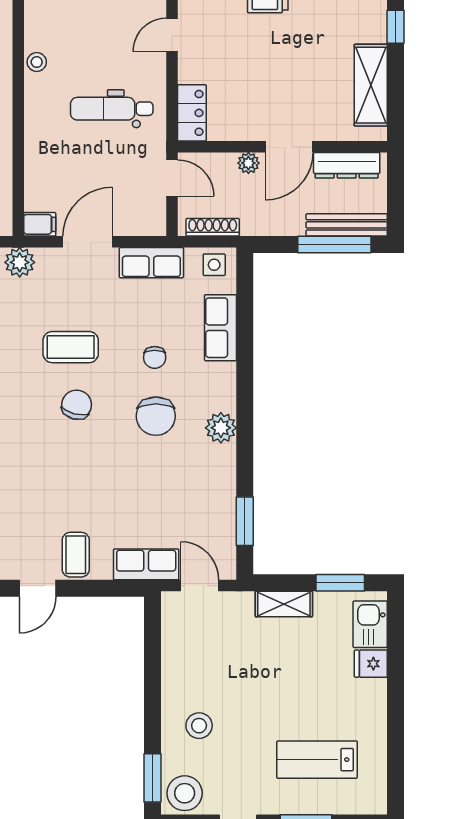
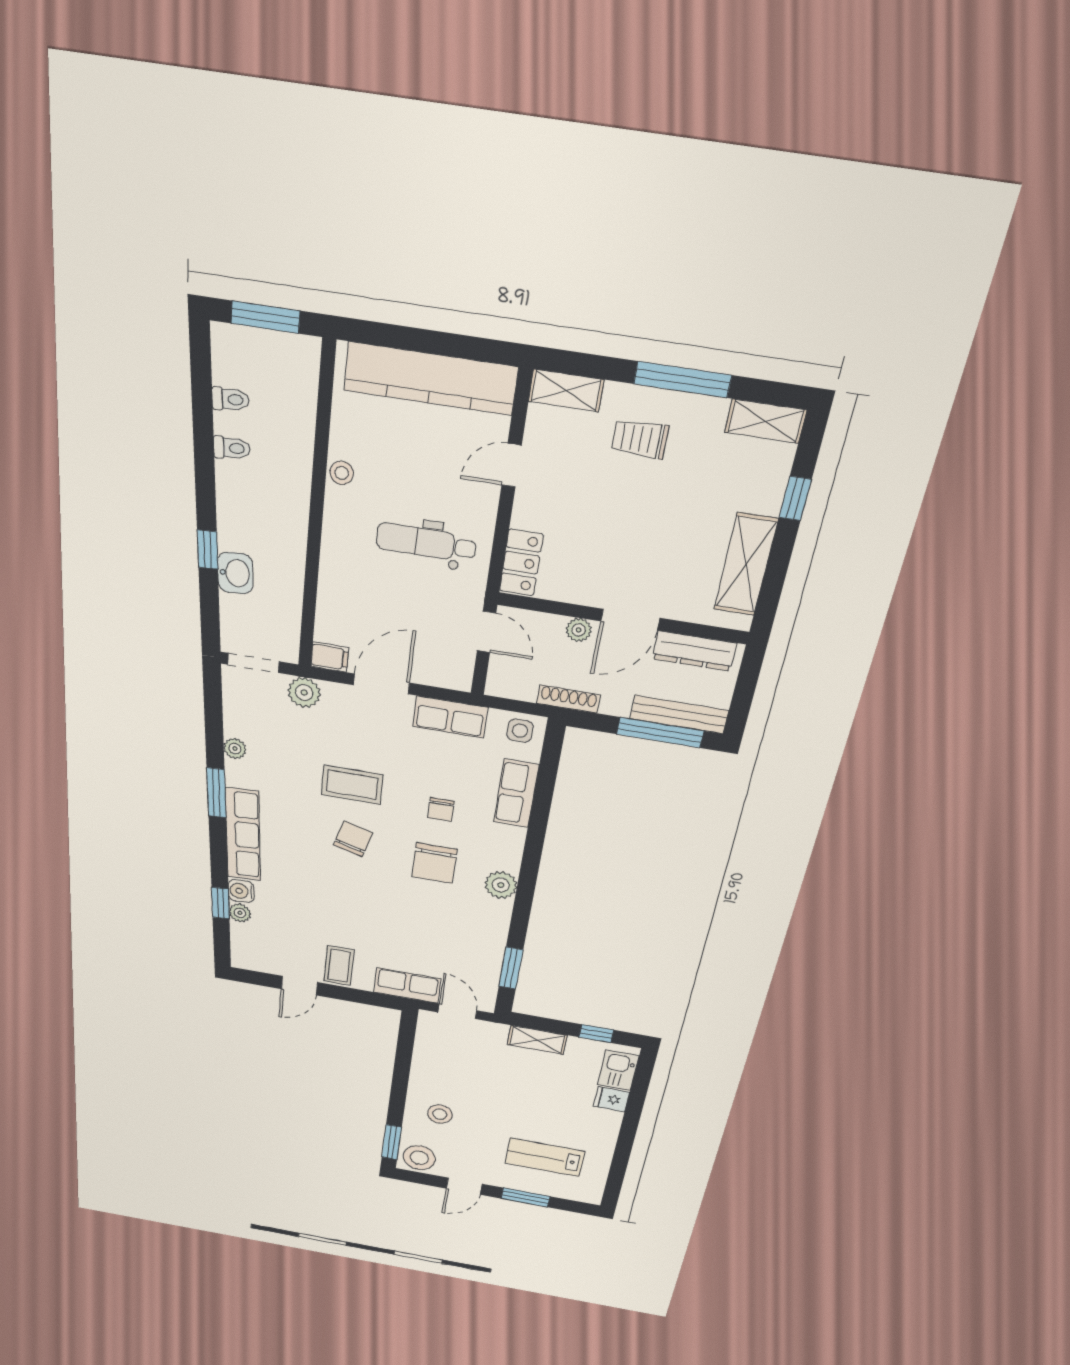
shoe rack: (213, 227) -> (568, 699), moved
window: (340, 583) -> (596, 1034), width x0.67

